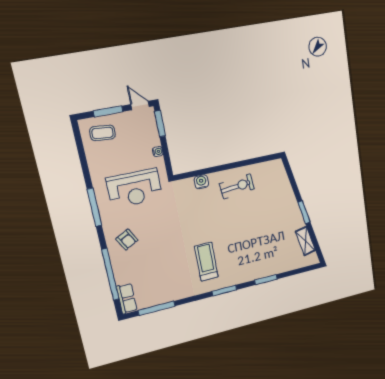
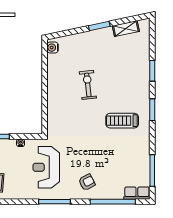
water cooler: (201, 182) -> (53, 48), moved
exercise bike: (237, 186) -> (88, 85), moved
reception desk: (135, 188) -> (46, 167), turned 180

